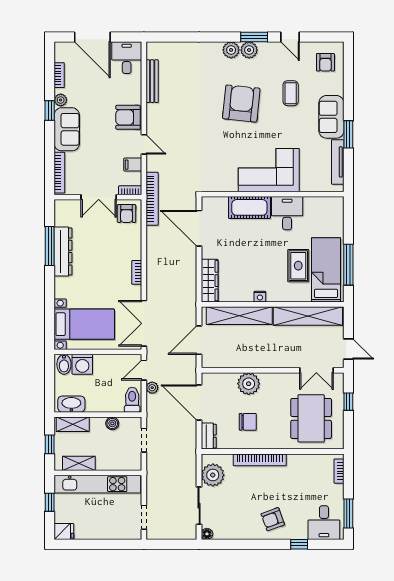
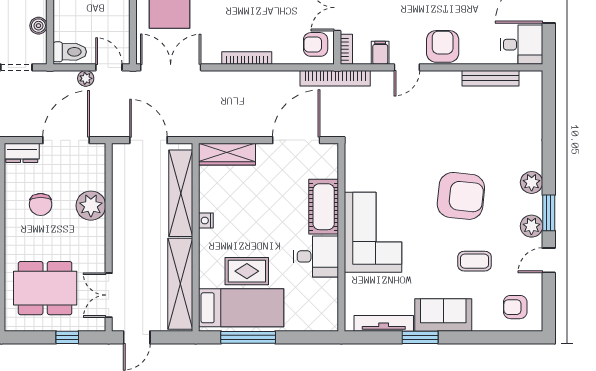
plant: (249, 50) -> (531, 226), moved
bookcase: (137, 272) -> (247, 58), width x1.56

